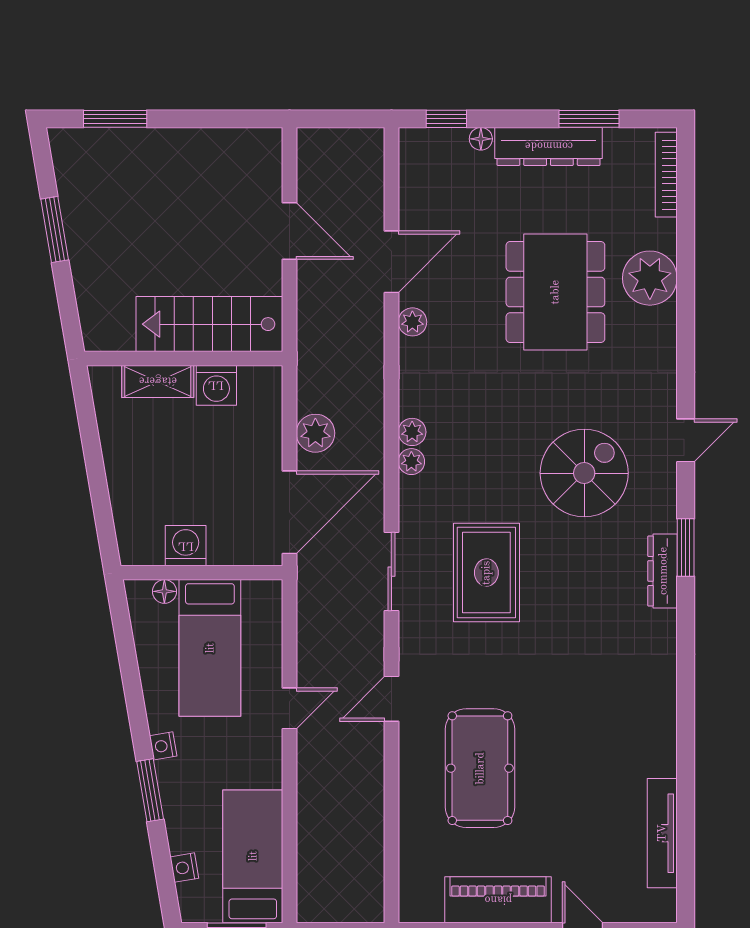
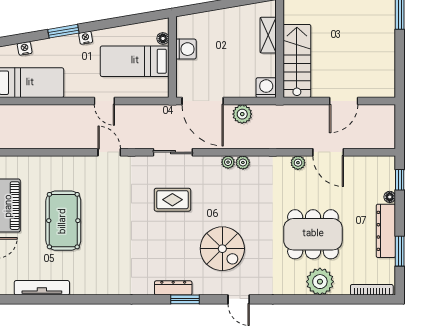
washing machine: (216, 385) -> (266, 88), moved, turned 90
rug: (486, 573) -> (172, 200), width x0.73, depth x0.70
pool table: (480, 768) -> (63, 221), moved, turned 90

